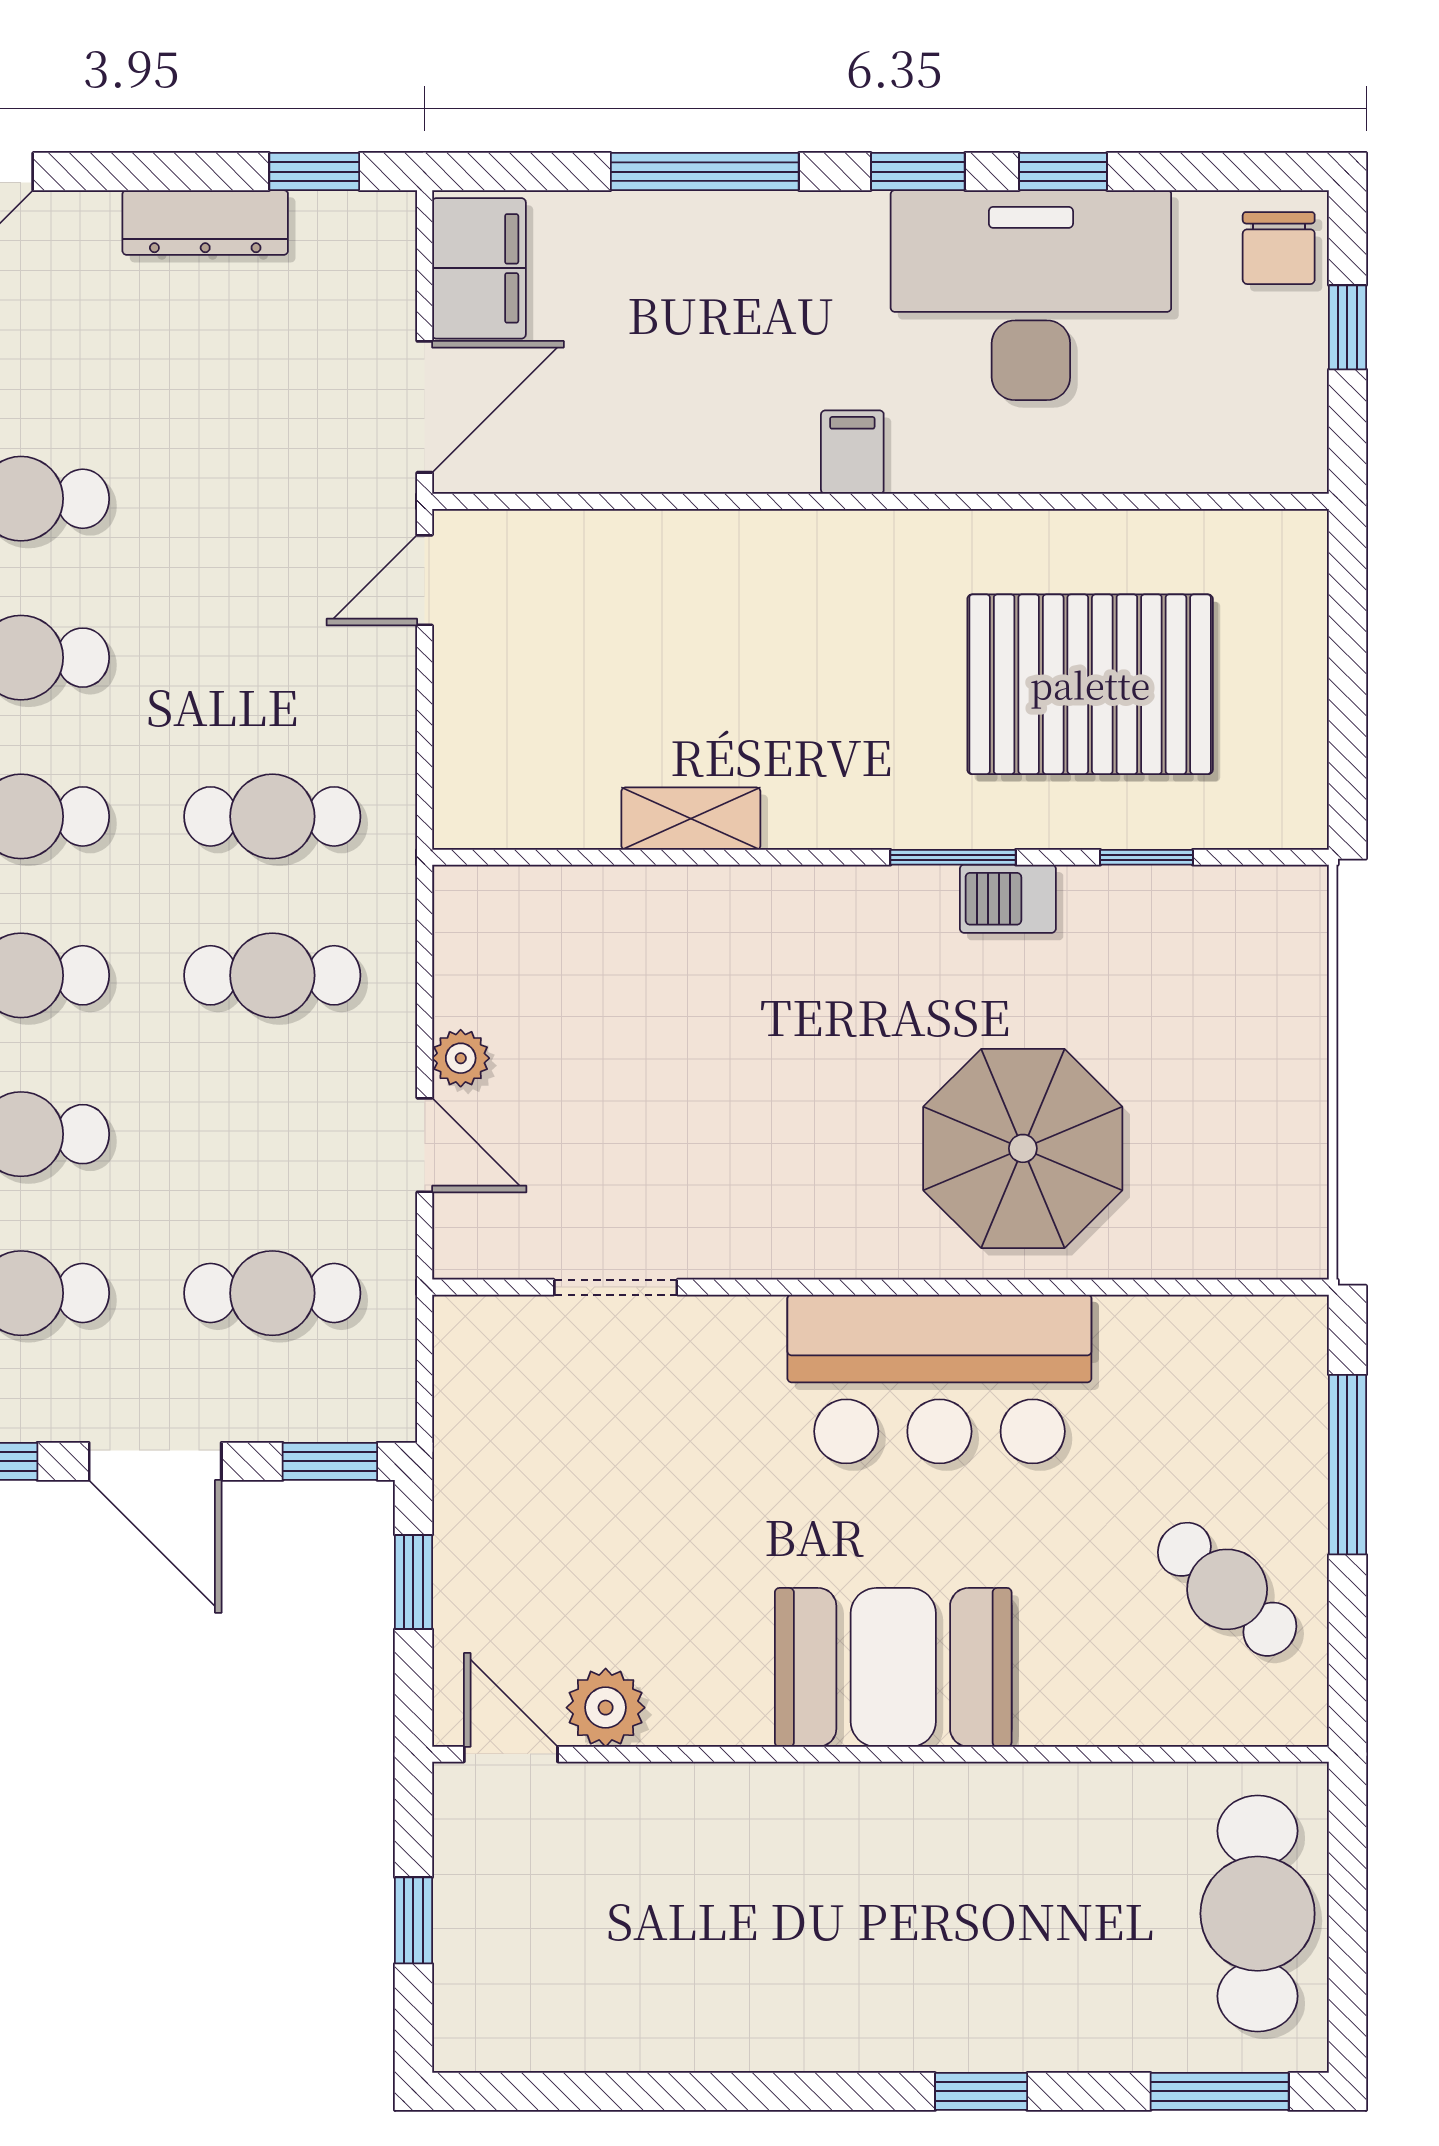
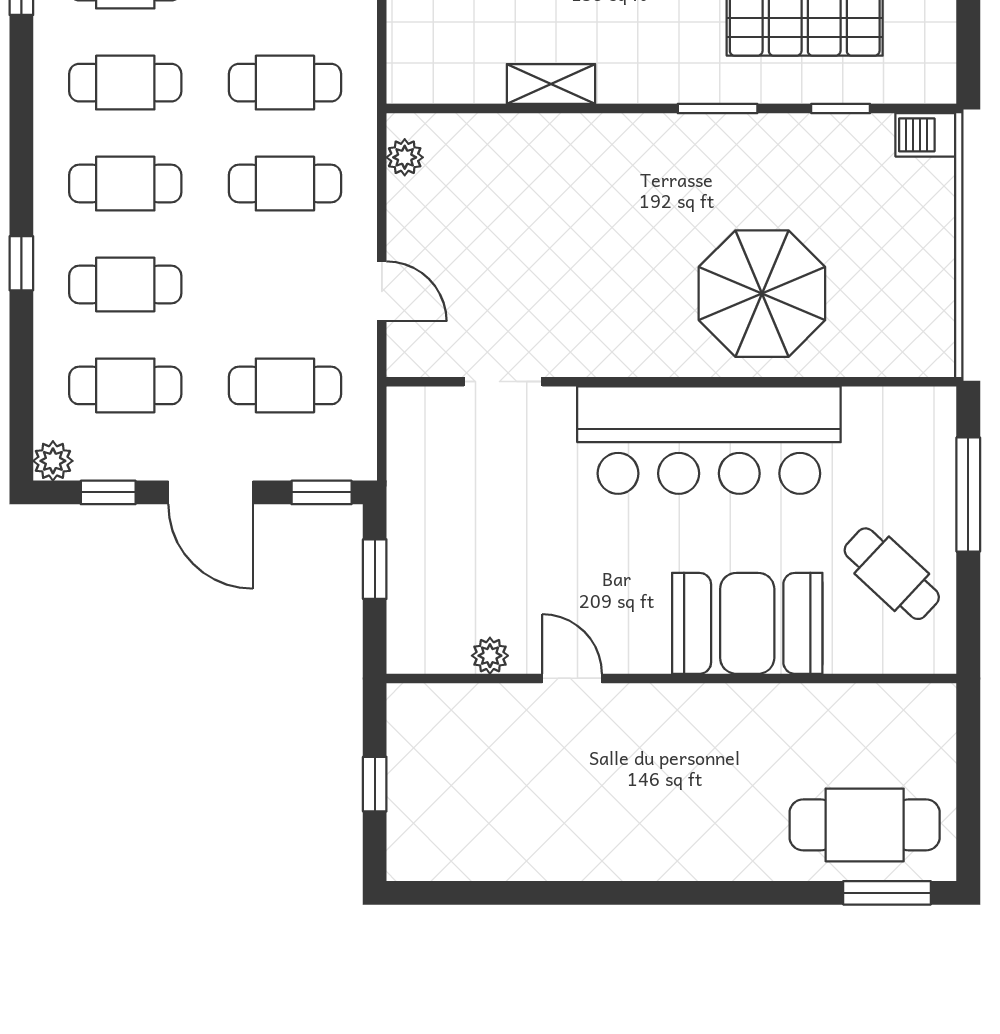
barbecue: (1008, 899) -> (926, 135), moved
plant: (461, 1058) -> (405, 157), moved
bar counter: (939, 1379) -> (709, 440), width x1.36
booth: (893, 1667) -> (747, 623), moved
plant: (606, 1708) -> (490, 656), width x0.73, depth x0.73
door: (511, 1754) -> (572, 678), moved
cafe table: (1258, 1914) -> (865, 825), moved, turned 90
window: (981, 2091) -> (735, 893), removed

